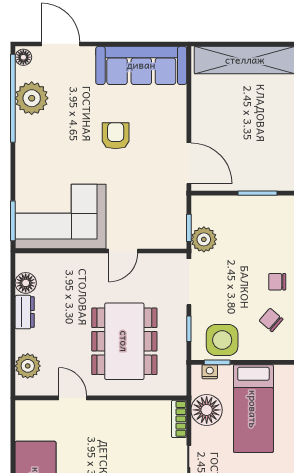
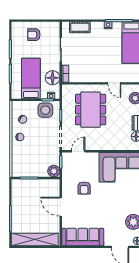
armchair: (116, 136) -> (84, 188), moved
door: (189, 163) -> (61, 207), moved
plant: (204, 239) -> (54, 171), moved
door: (123, 251) -> (78, 151), moved

